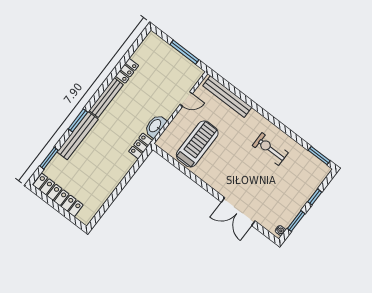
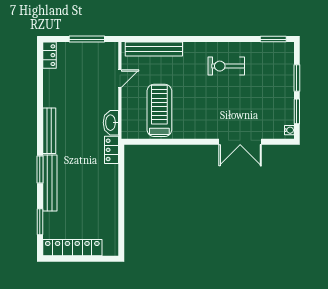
locker: (127, 71) -> (50, 55), moved
window: (315, 197) -> (297, 78), width x1.50

